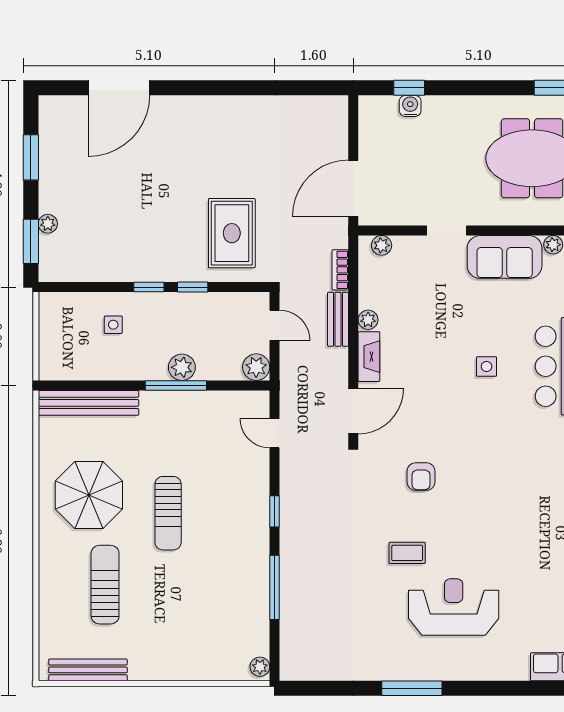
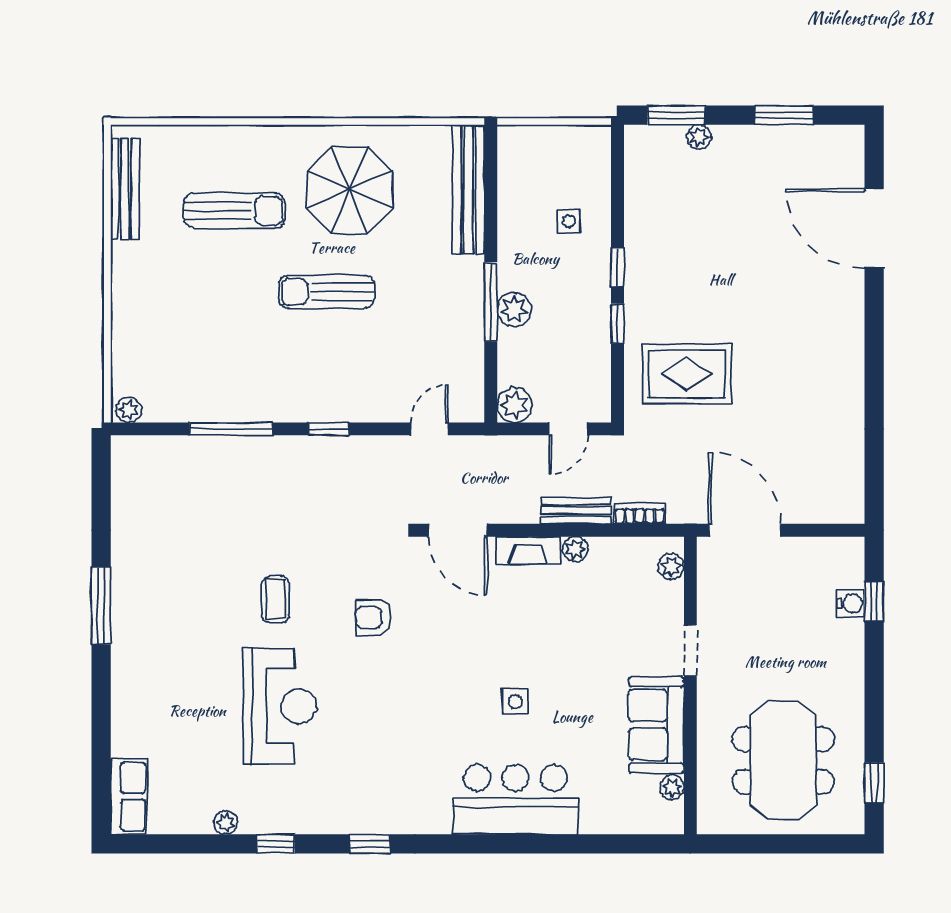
reception desk: (454, 607) -> (280, 706), moved

